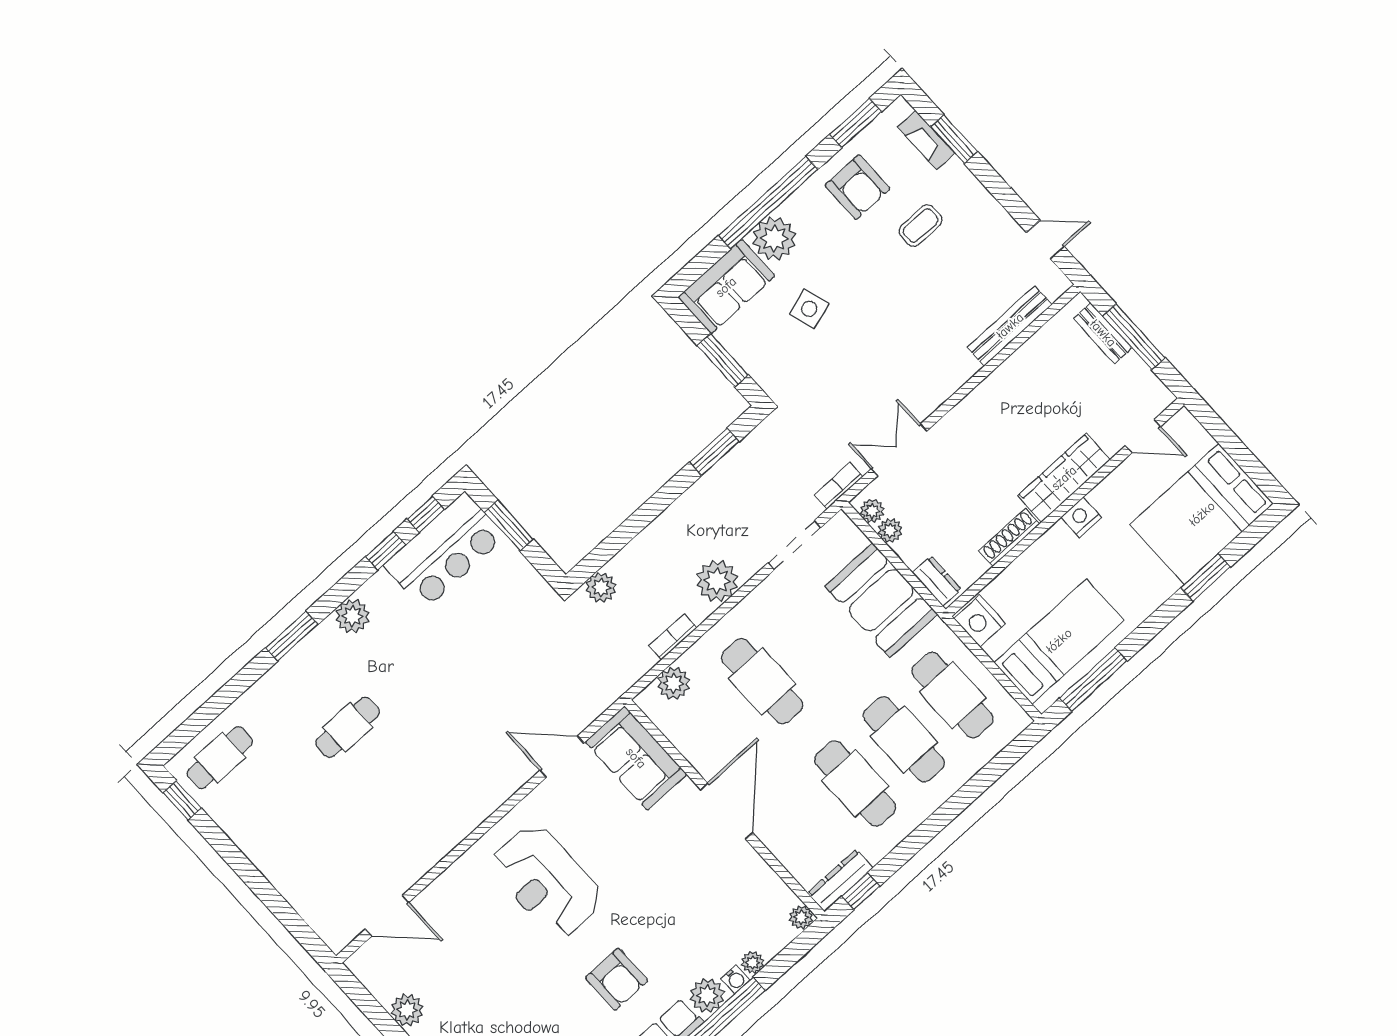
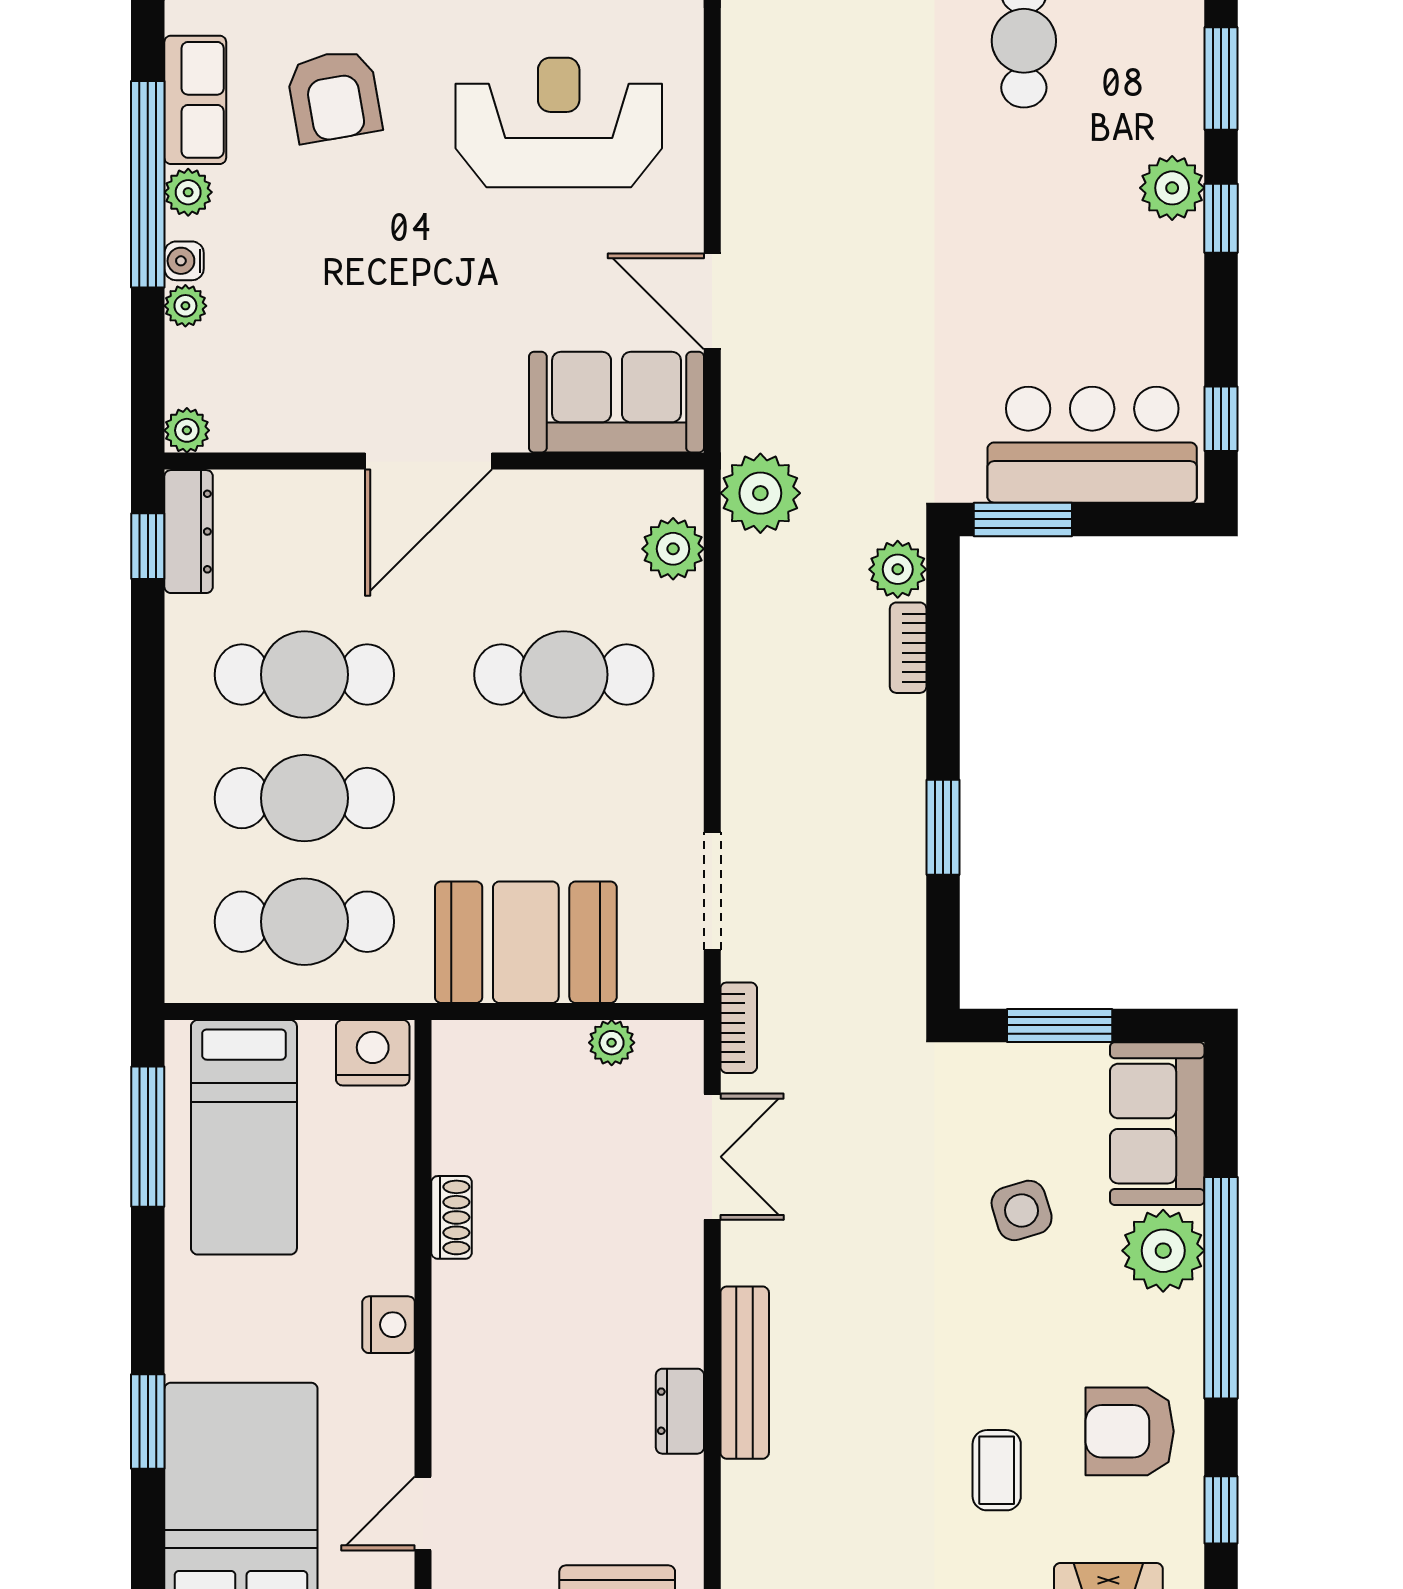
window: (856, 123) -> (1221, 1510), width x0.67
bench: (1010, 326) -> (745, 1373), moved
window: (714, 452) -> (943, 827), moved
wardrobe: (1064, 478) -> (465, 1351), removed
plant: (872, 511) -> (661, 1043), removed
window: (509, 526) -> (1023, 519), moved
shoe rack: (1009, 537) -> (452, 1217), width x0.70
window: (386, 551) -> (1221, 218), moved
bar counter: (445, 551) -> (1092, 445), moved, turned 90
plant: (717, 581) -> (760, 493), moved
dresser: (937, 581) -> (680, 1411), moved, turned 90
bookcase: (673, 637) -> (908, 648), moved, turned 180
door: (562, 757) -> (712, 301), swing flipped
door: (727, 811) -> (429, 461), hinge flipped
armchair: (617, 979) -> (334, 96), turned -100
plant: (707, 996) -> (188, 192), width x0.73, depth x0.73

